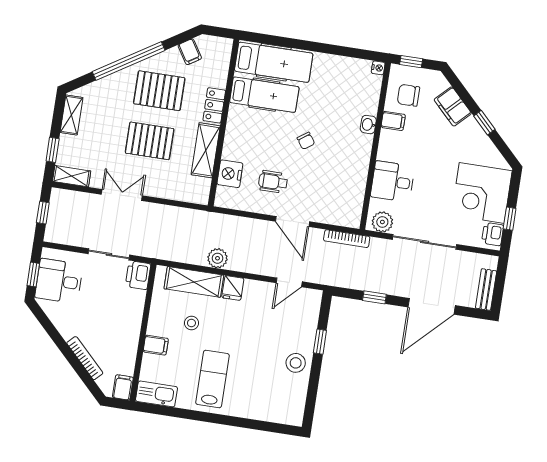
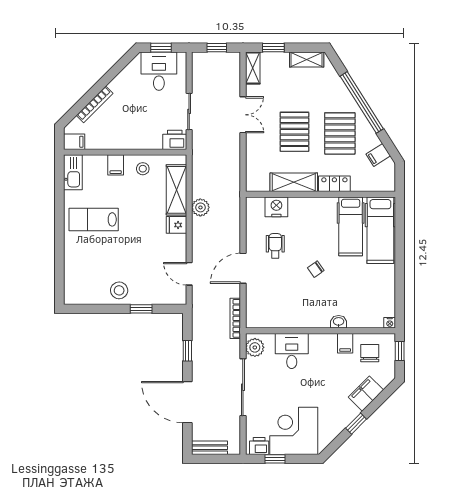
stool: (191, 323) -> (143, 169), moved
lab bench: (212, 379) -> (94, 219), turned 180

